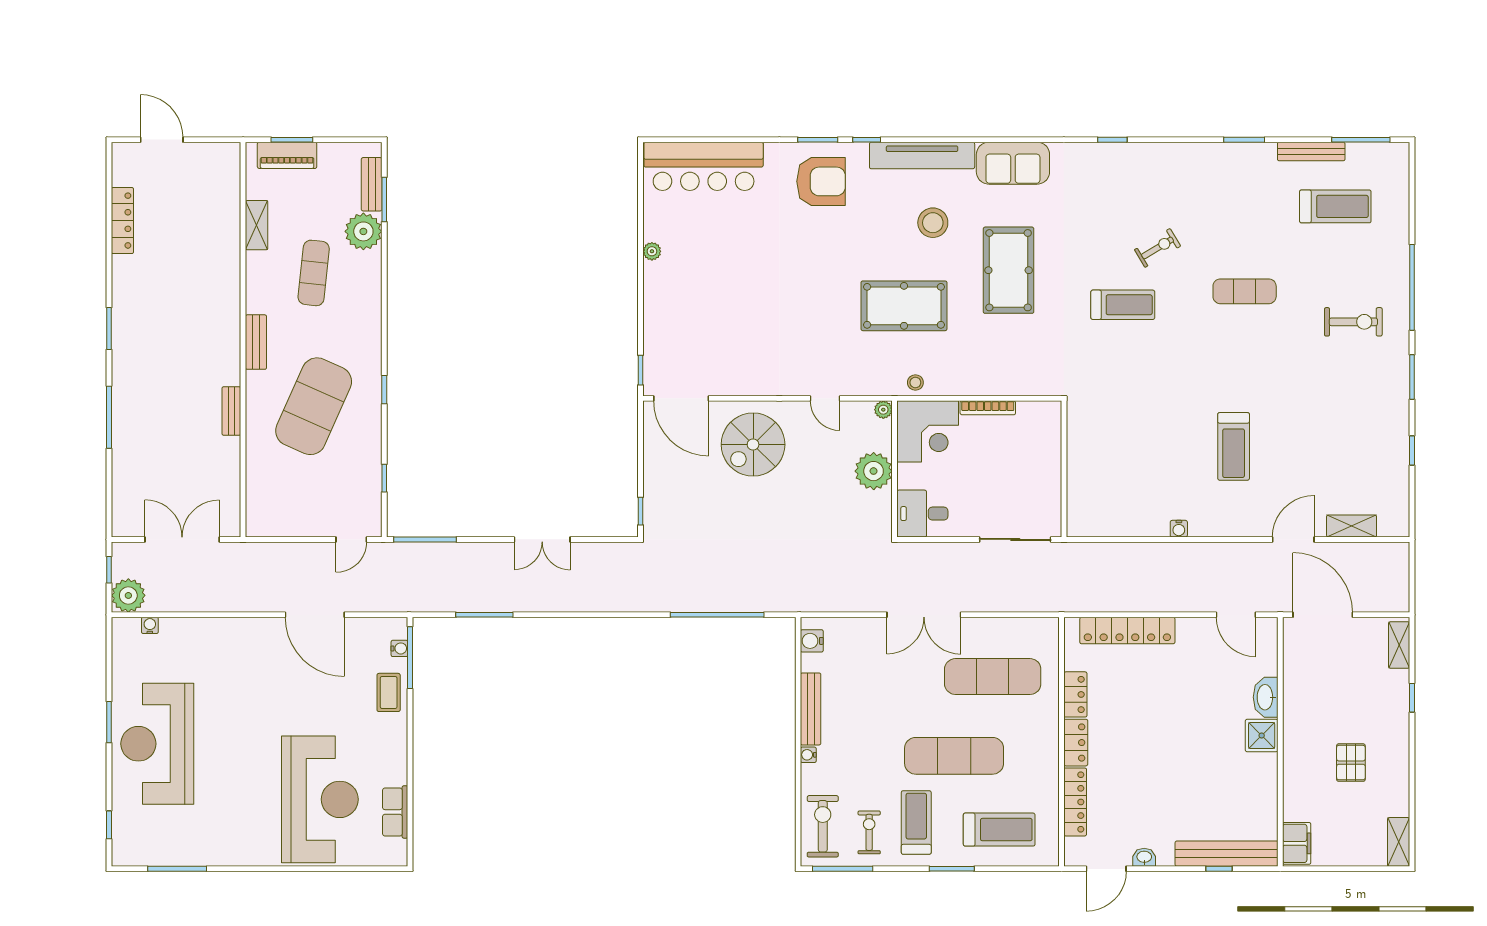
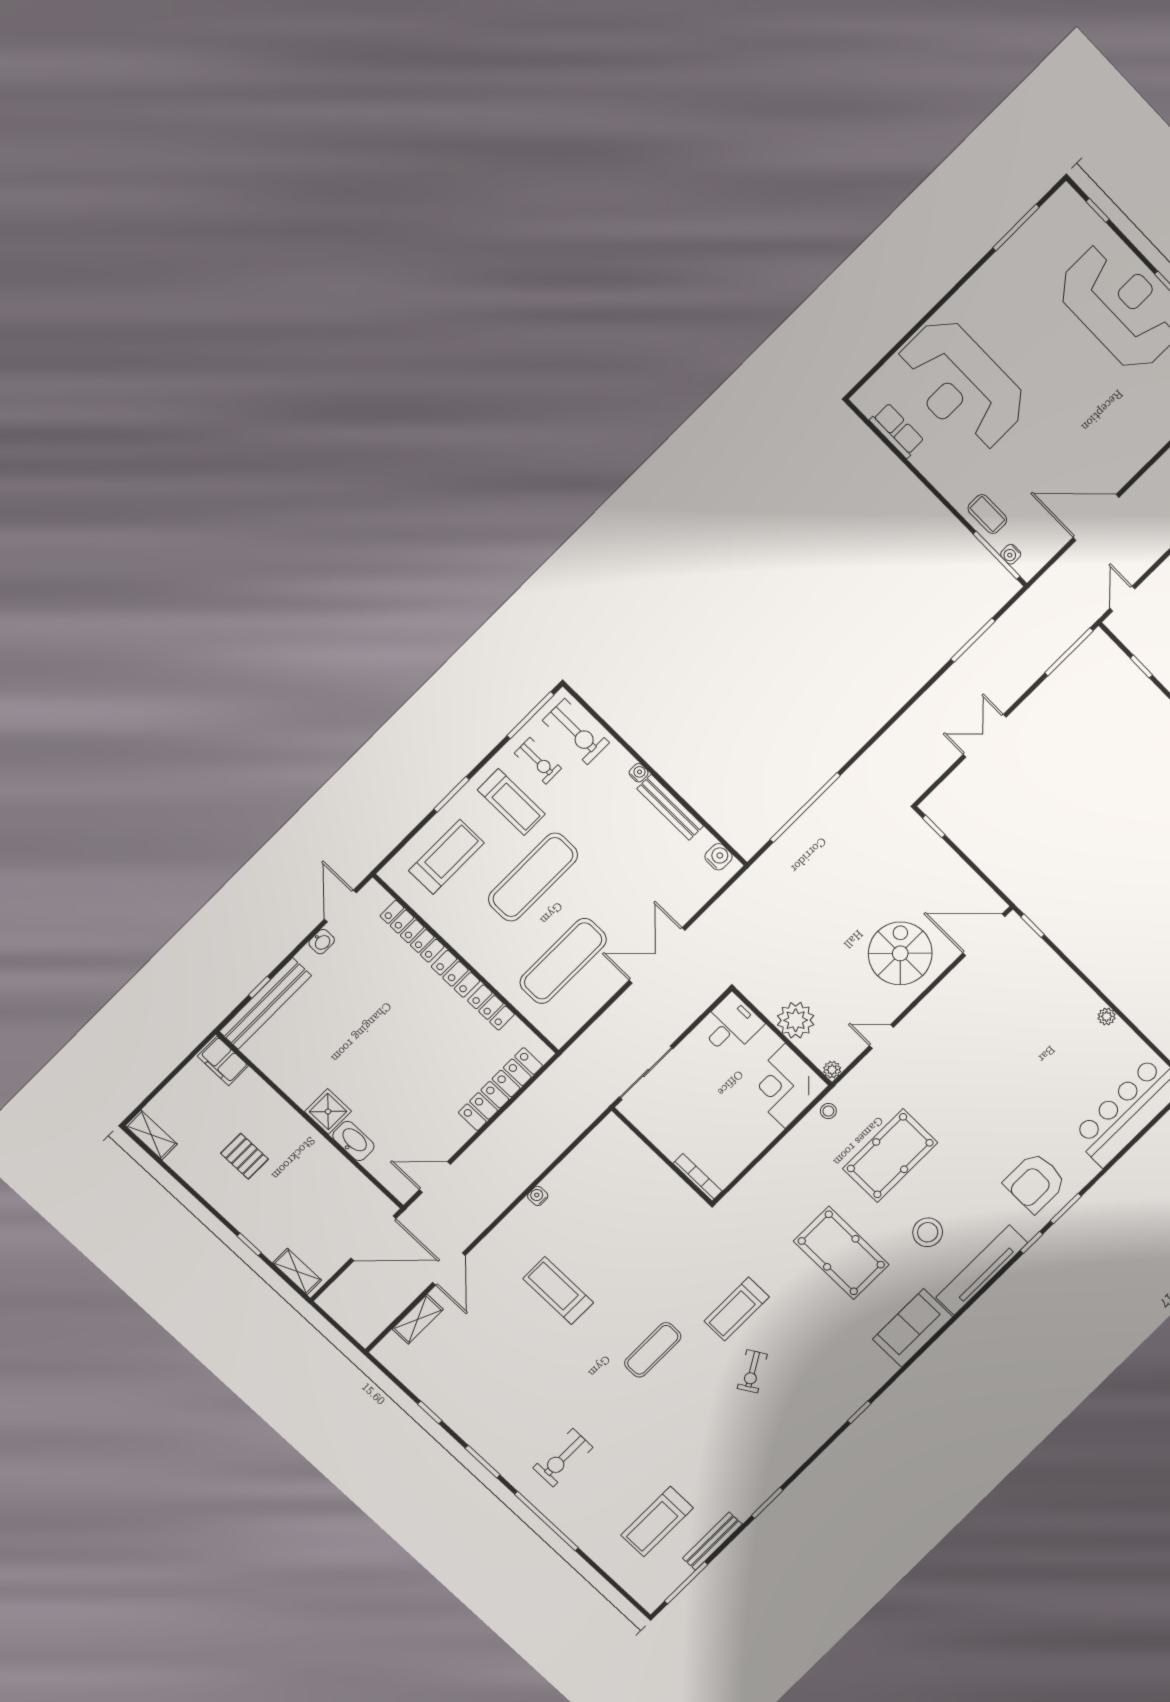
exercise mat: (1245, 291) -> (653, 1350), moved
bookcase: (988, 408) -> (698, 1177), moved, turned 90
treadmill: (999, 830) -> (446, 857), turned 180

